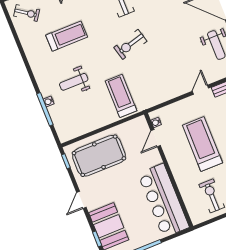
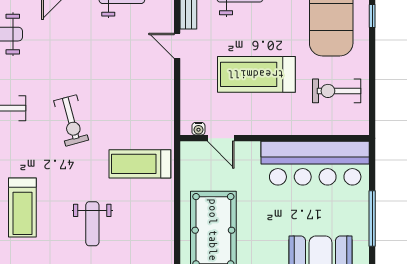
treadmill: (67, 36) -> (22, 207), turned 180

